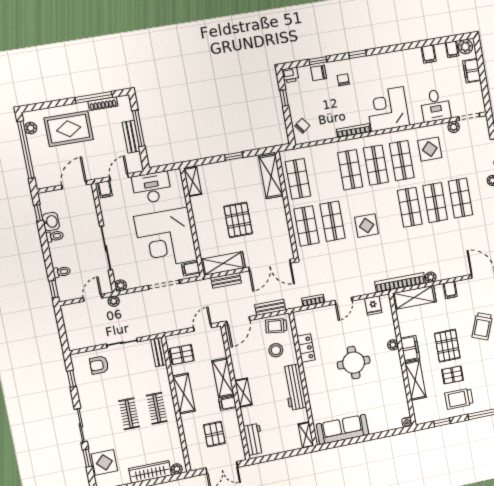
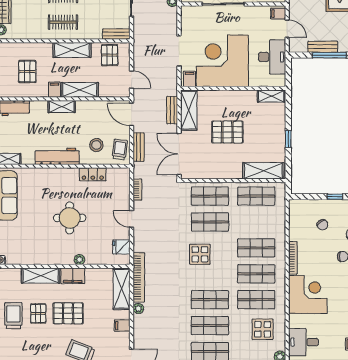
chair: (302, 126) -> (322, 225), moved
plant: (121, 285) -> (186, 11), removed
pallet: (214, 434) -> (27, 72), turned 90

